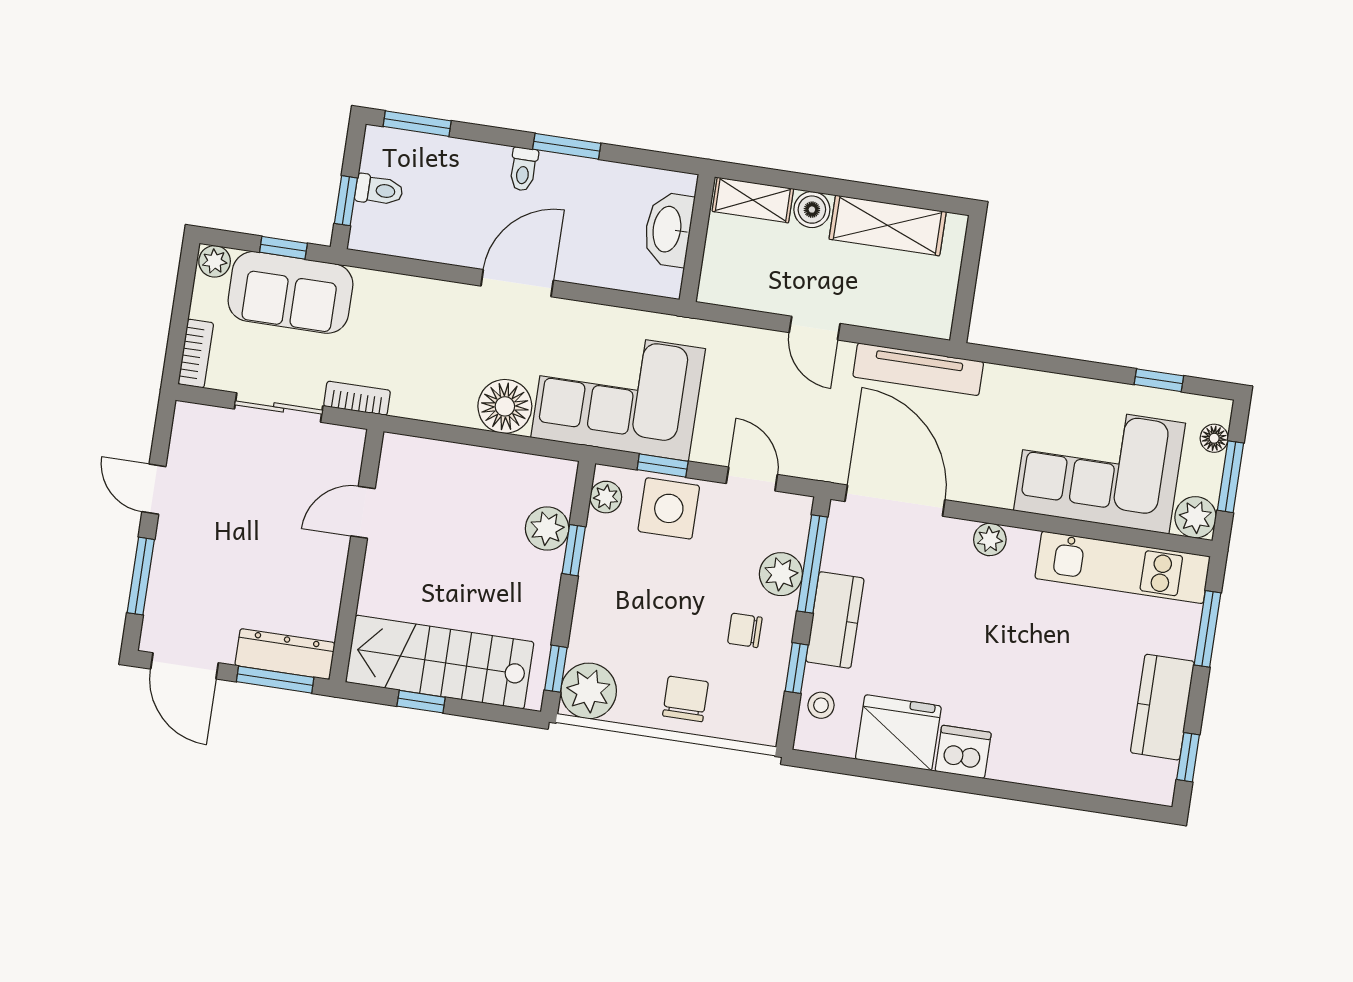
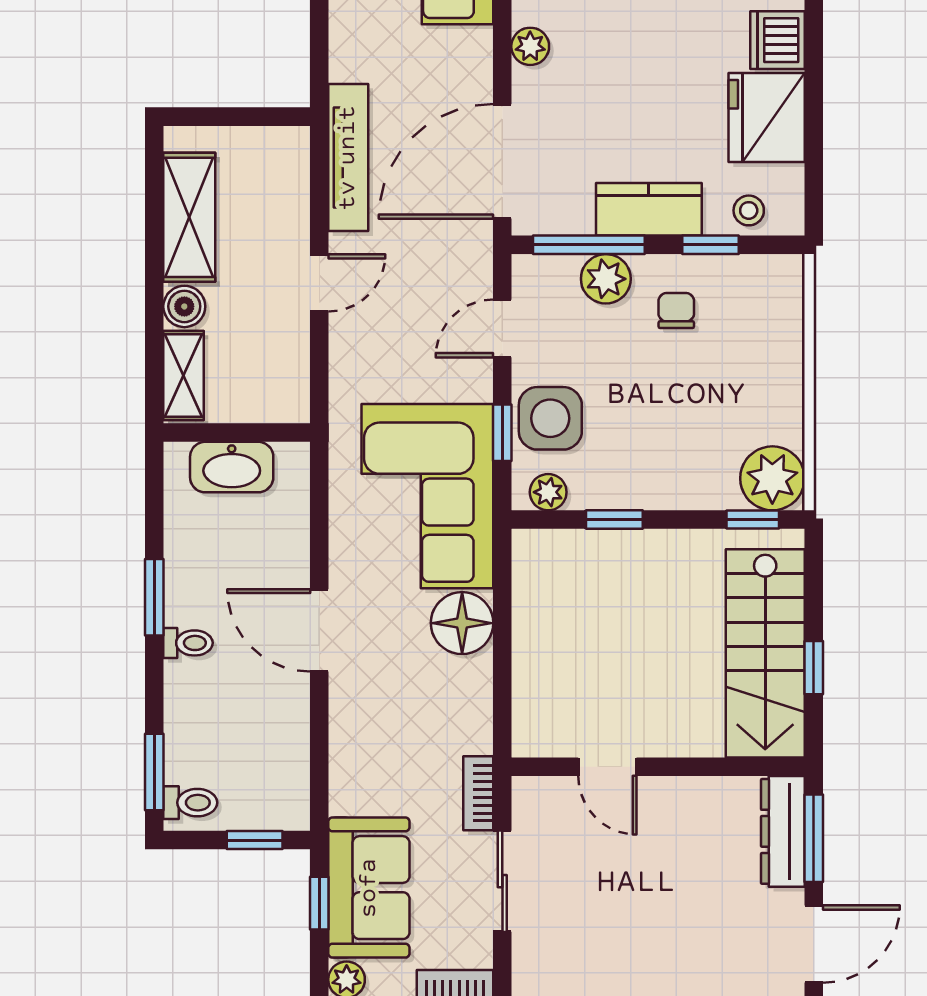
toilet: (379, 190) -> (190, 803), moved, turned 90
plant: (547, 529) -> (594, 554), removed
chair: (745, 630) -> (676, 310), turned 180
chair: (686, 699) -> (765, 366), removed

